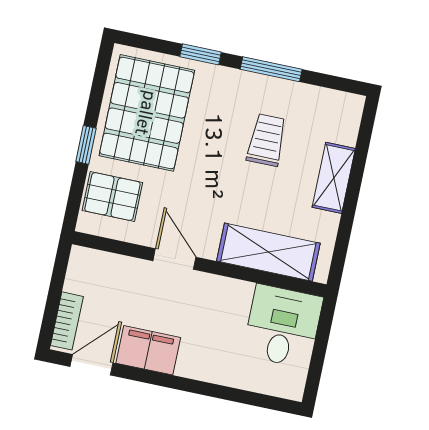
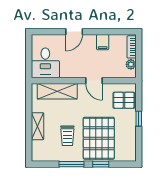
pallet: (147, 113) -> (99, 138), moved
plant: (77, 279) -> (131, 64), added
filing cabinet: (148, 350) -> (103, 42), width x0.50
door: (92, 365) -> (74, 32), moved

